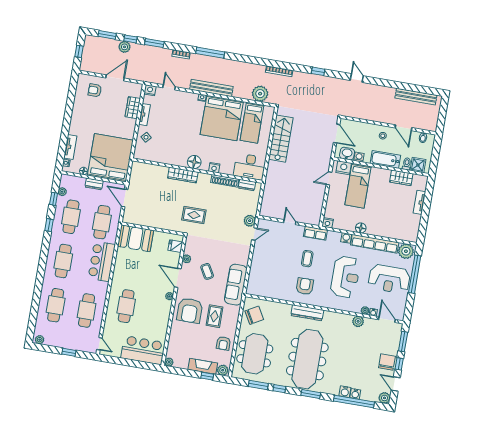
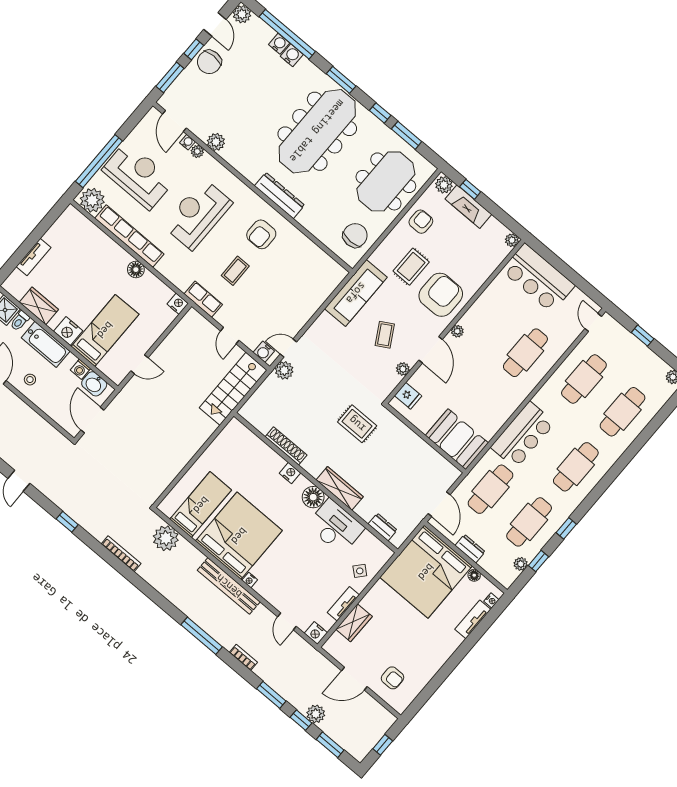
stairs: (281, 139) -> (233, 389), moved
desk: (250, 167) -> (335, 527), moved
nightstand: (344, 168) -> (68, 331), moved
dresser: (247, 185) -> (383, 527), moved
water cooler: (346, 238) -> (264, 352), moved
chair: (254, 315) -> (355, 235), turned 120

